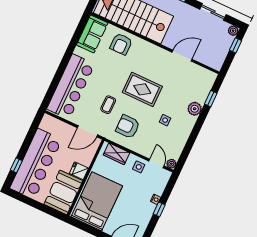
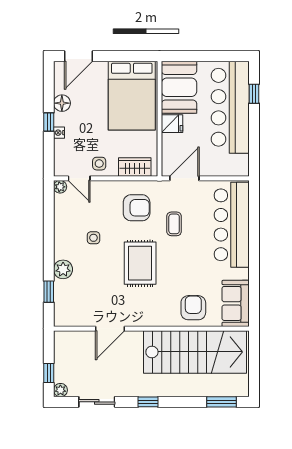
rug: (142, 89) -> (140, 263), turned 90
floor lamp: (145, 218) -> (62, 103), added

